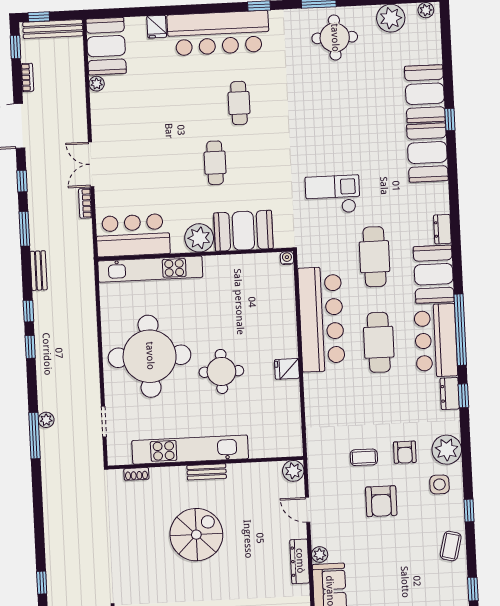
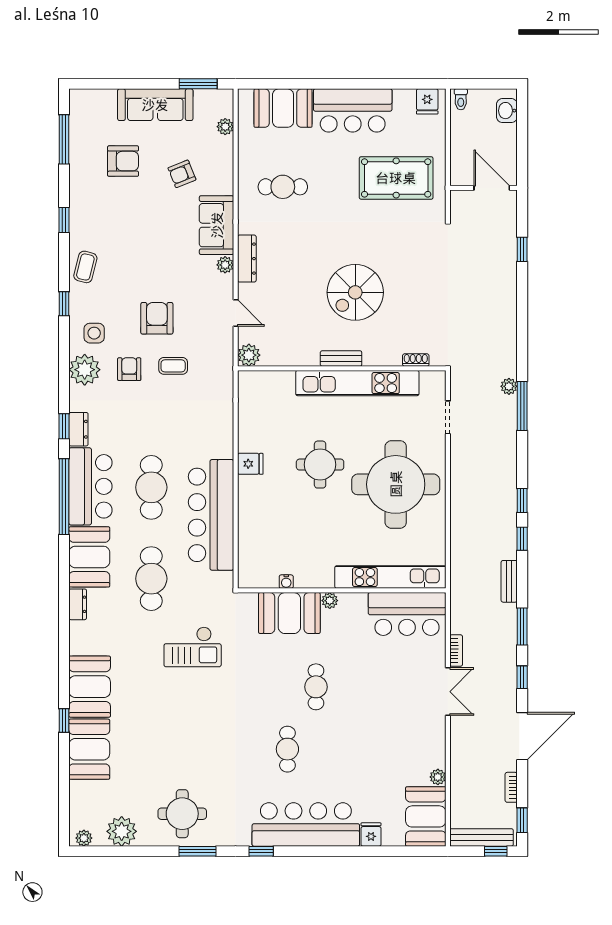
plant: (199, 238) -> (330, 601), width x0.53, depth x0.53
water cooler: (287, 258) -> (286, 582), moved
plant: (46, 420) -> (509, 386), moved

